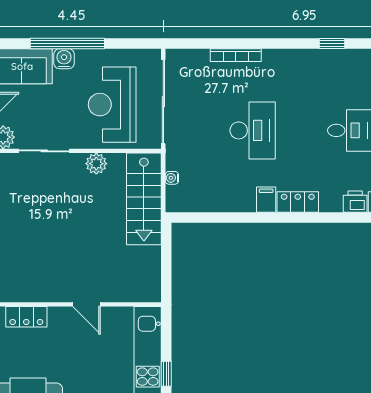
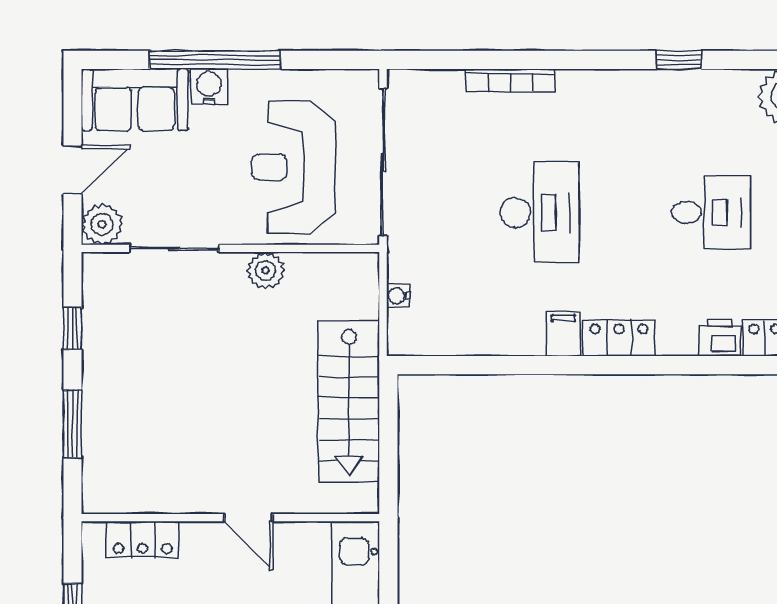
stairs: (144, 199) -> (349, 401), moved

